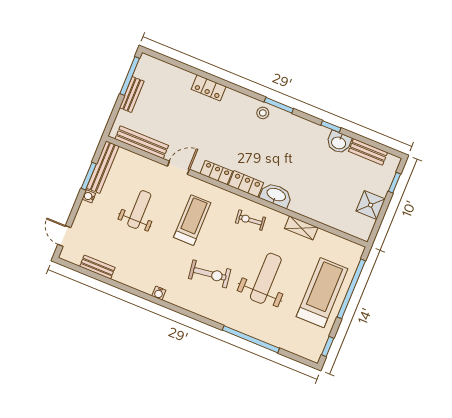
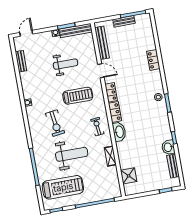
shower: (371, 205) -> (129, 176), moved
treadmill: (322, 293) -> (63, 187), moved

